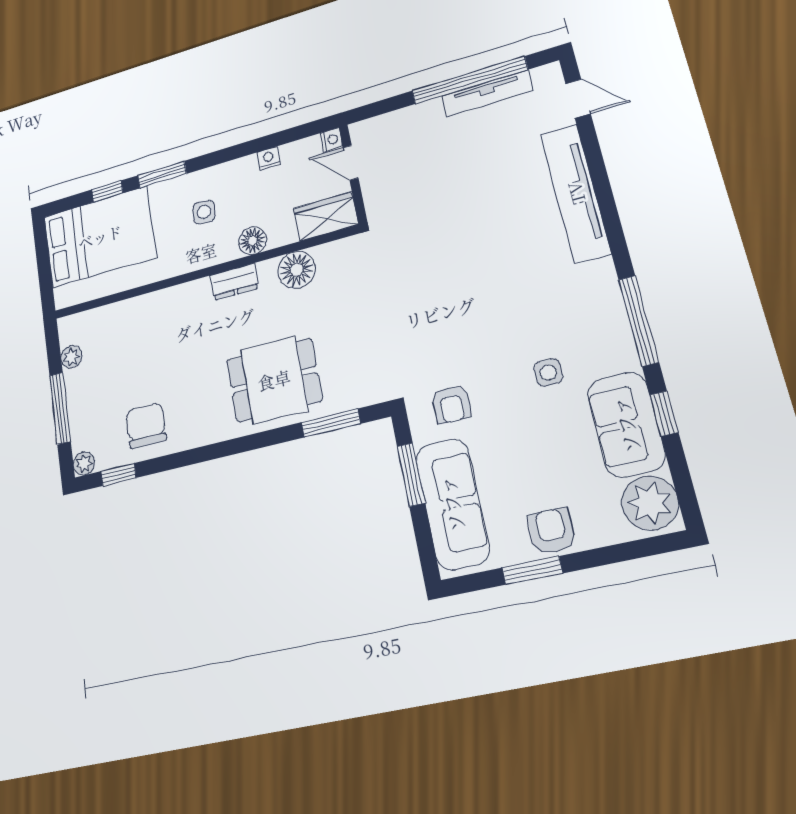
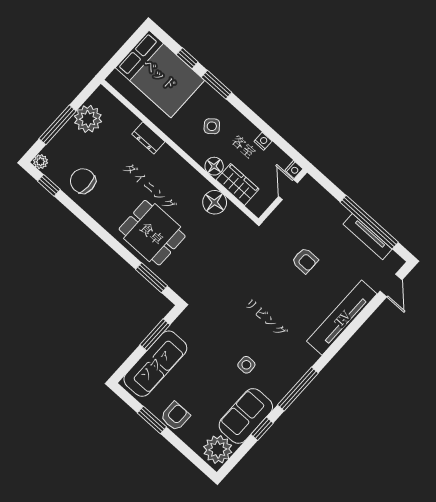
side table: (204, 212) -> (212, 126), turned 45
wardrobe: (326, 217) -> (237, 184), moved
dresser: (234, 282) -> (148, 138), moved
plant: (71, 357) -> (88, 119), width x1.87, depth x1.87
armchair: (451, 404) -> (305, 260), moved, turned -90
chair: (146, 425) -> (83, 181), turned -90

